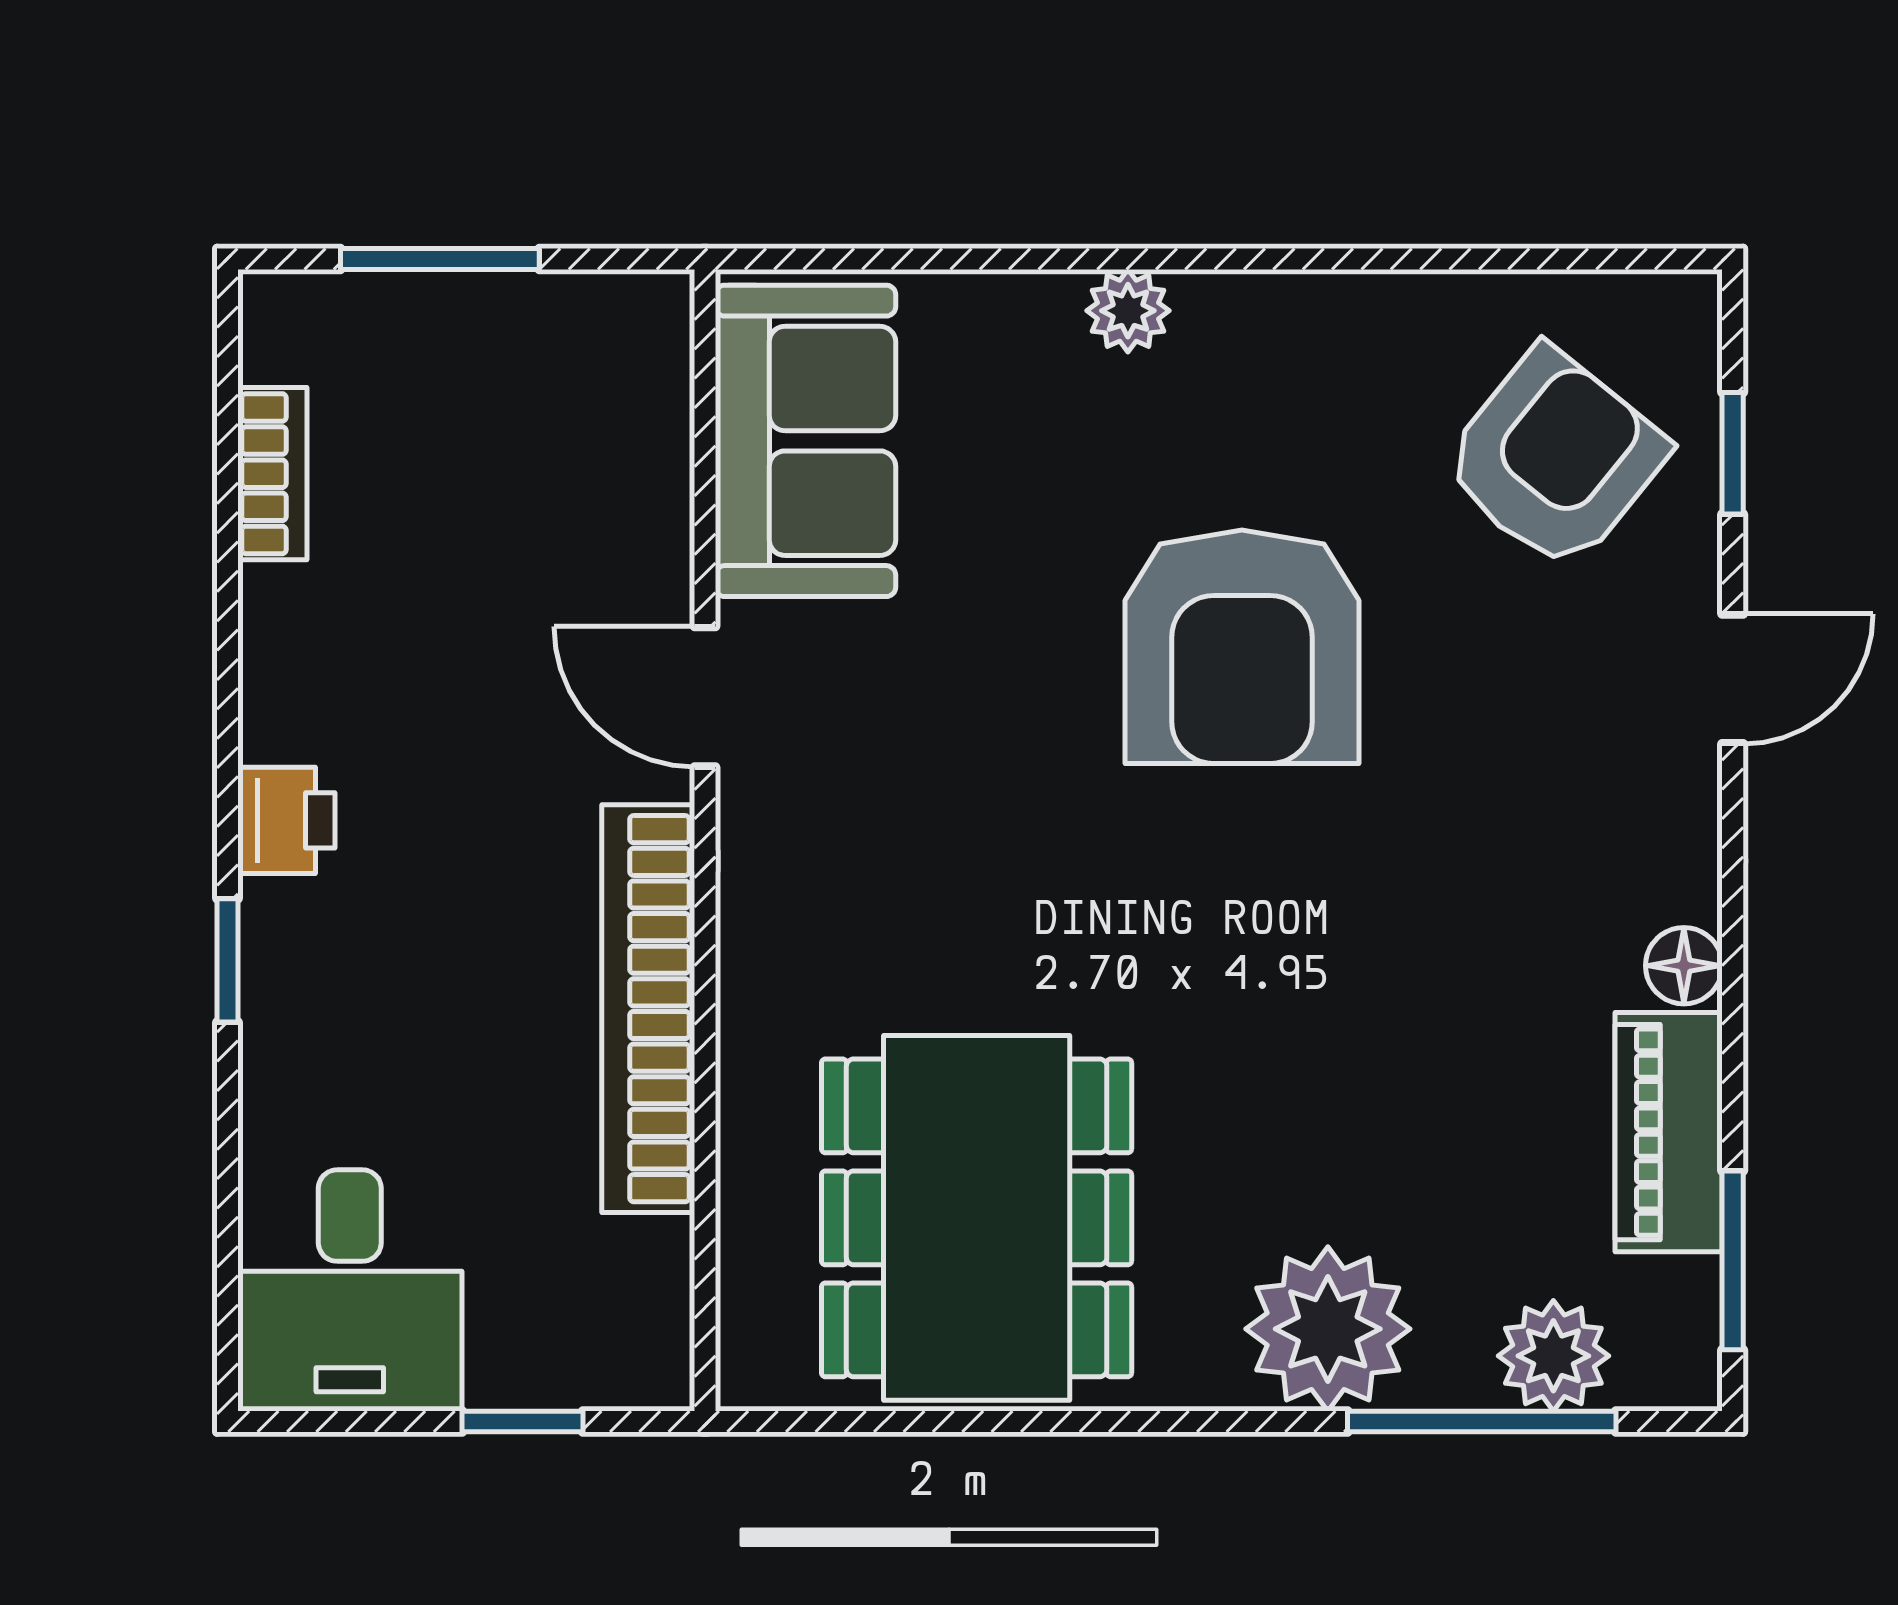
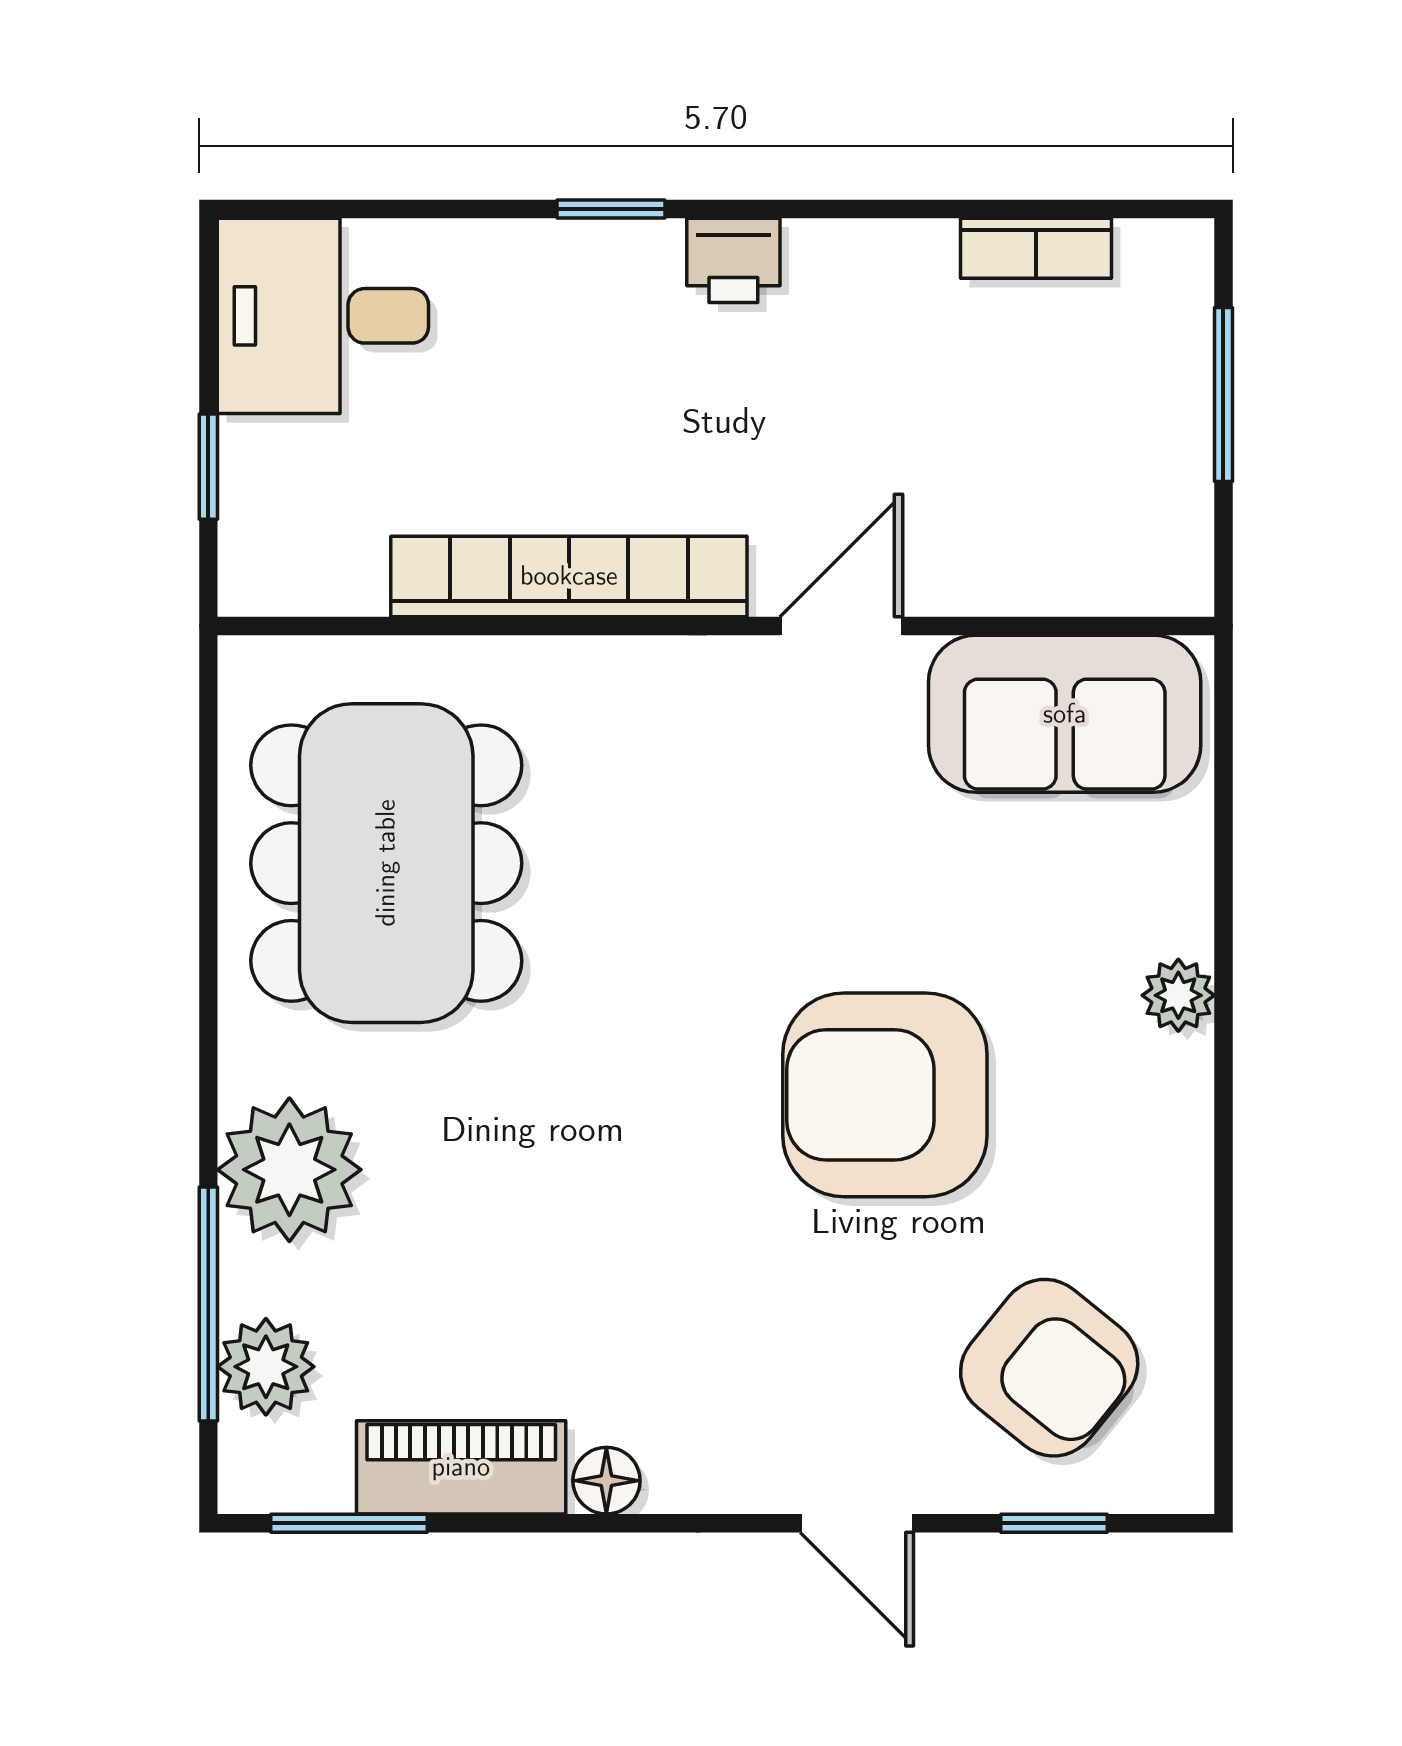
dining table: (977, 1218) -> (386, 863), turned 90

